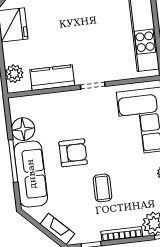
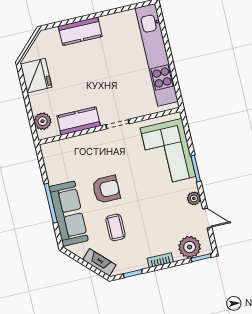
floor lamp: (23, 129) -> (57, 172), removed
coffee table: (102, 188) -> (115, 227), moved
bookcase: (122, 234) -> (160, 260), width x0.64

